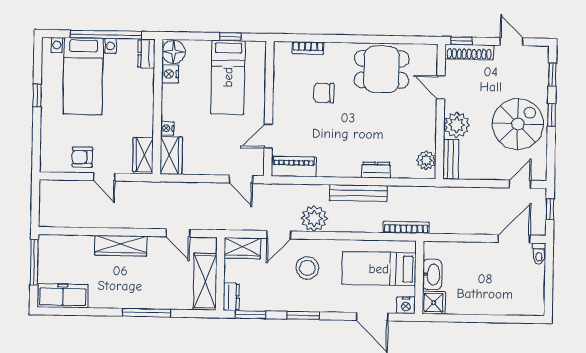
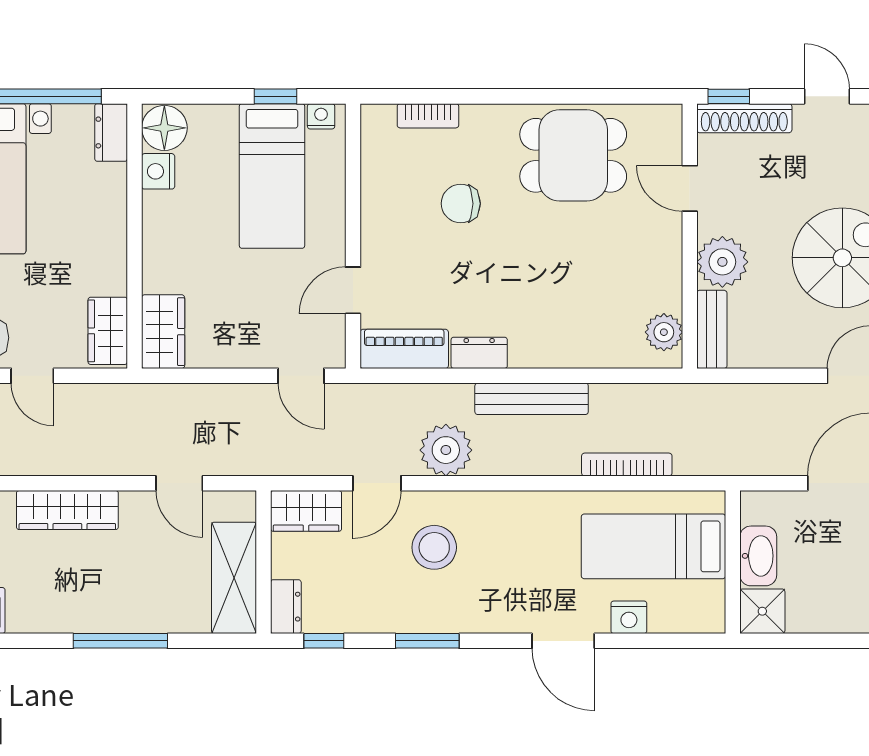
nightstand: (167, 128) -> (321, 116), moved, turned 90
dresser: (376, 170) -> (479, 353), moved
bed: (379, 269) -> (653, 546), moved
washbasin: (432, 274) -> (758, 556), moved
wall: (419, 277) -> (733, 562), moved
shower: (434, 303) -> (762, 611), moved
window: (250, 315) -> (324, 641), width x0.67

